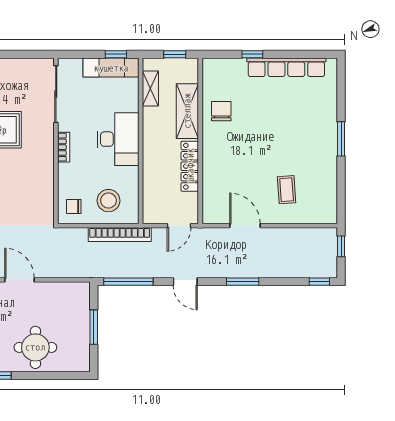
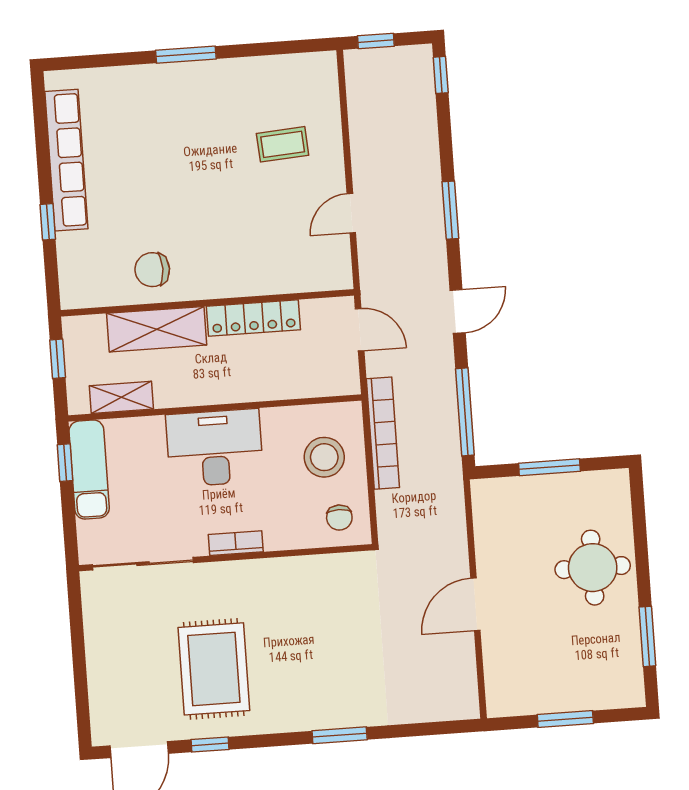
door: (245, 226) -> (351, 213), width x0.73

